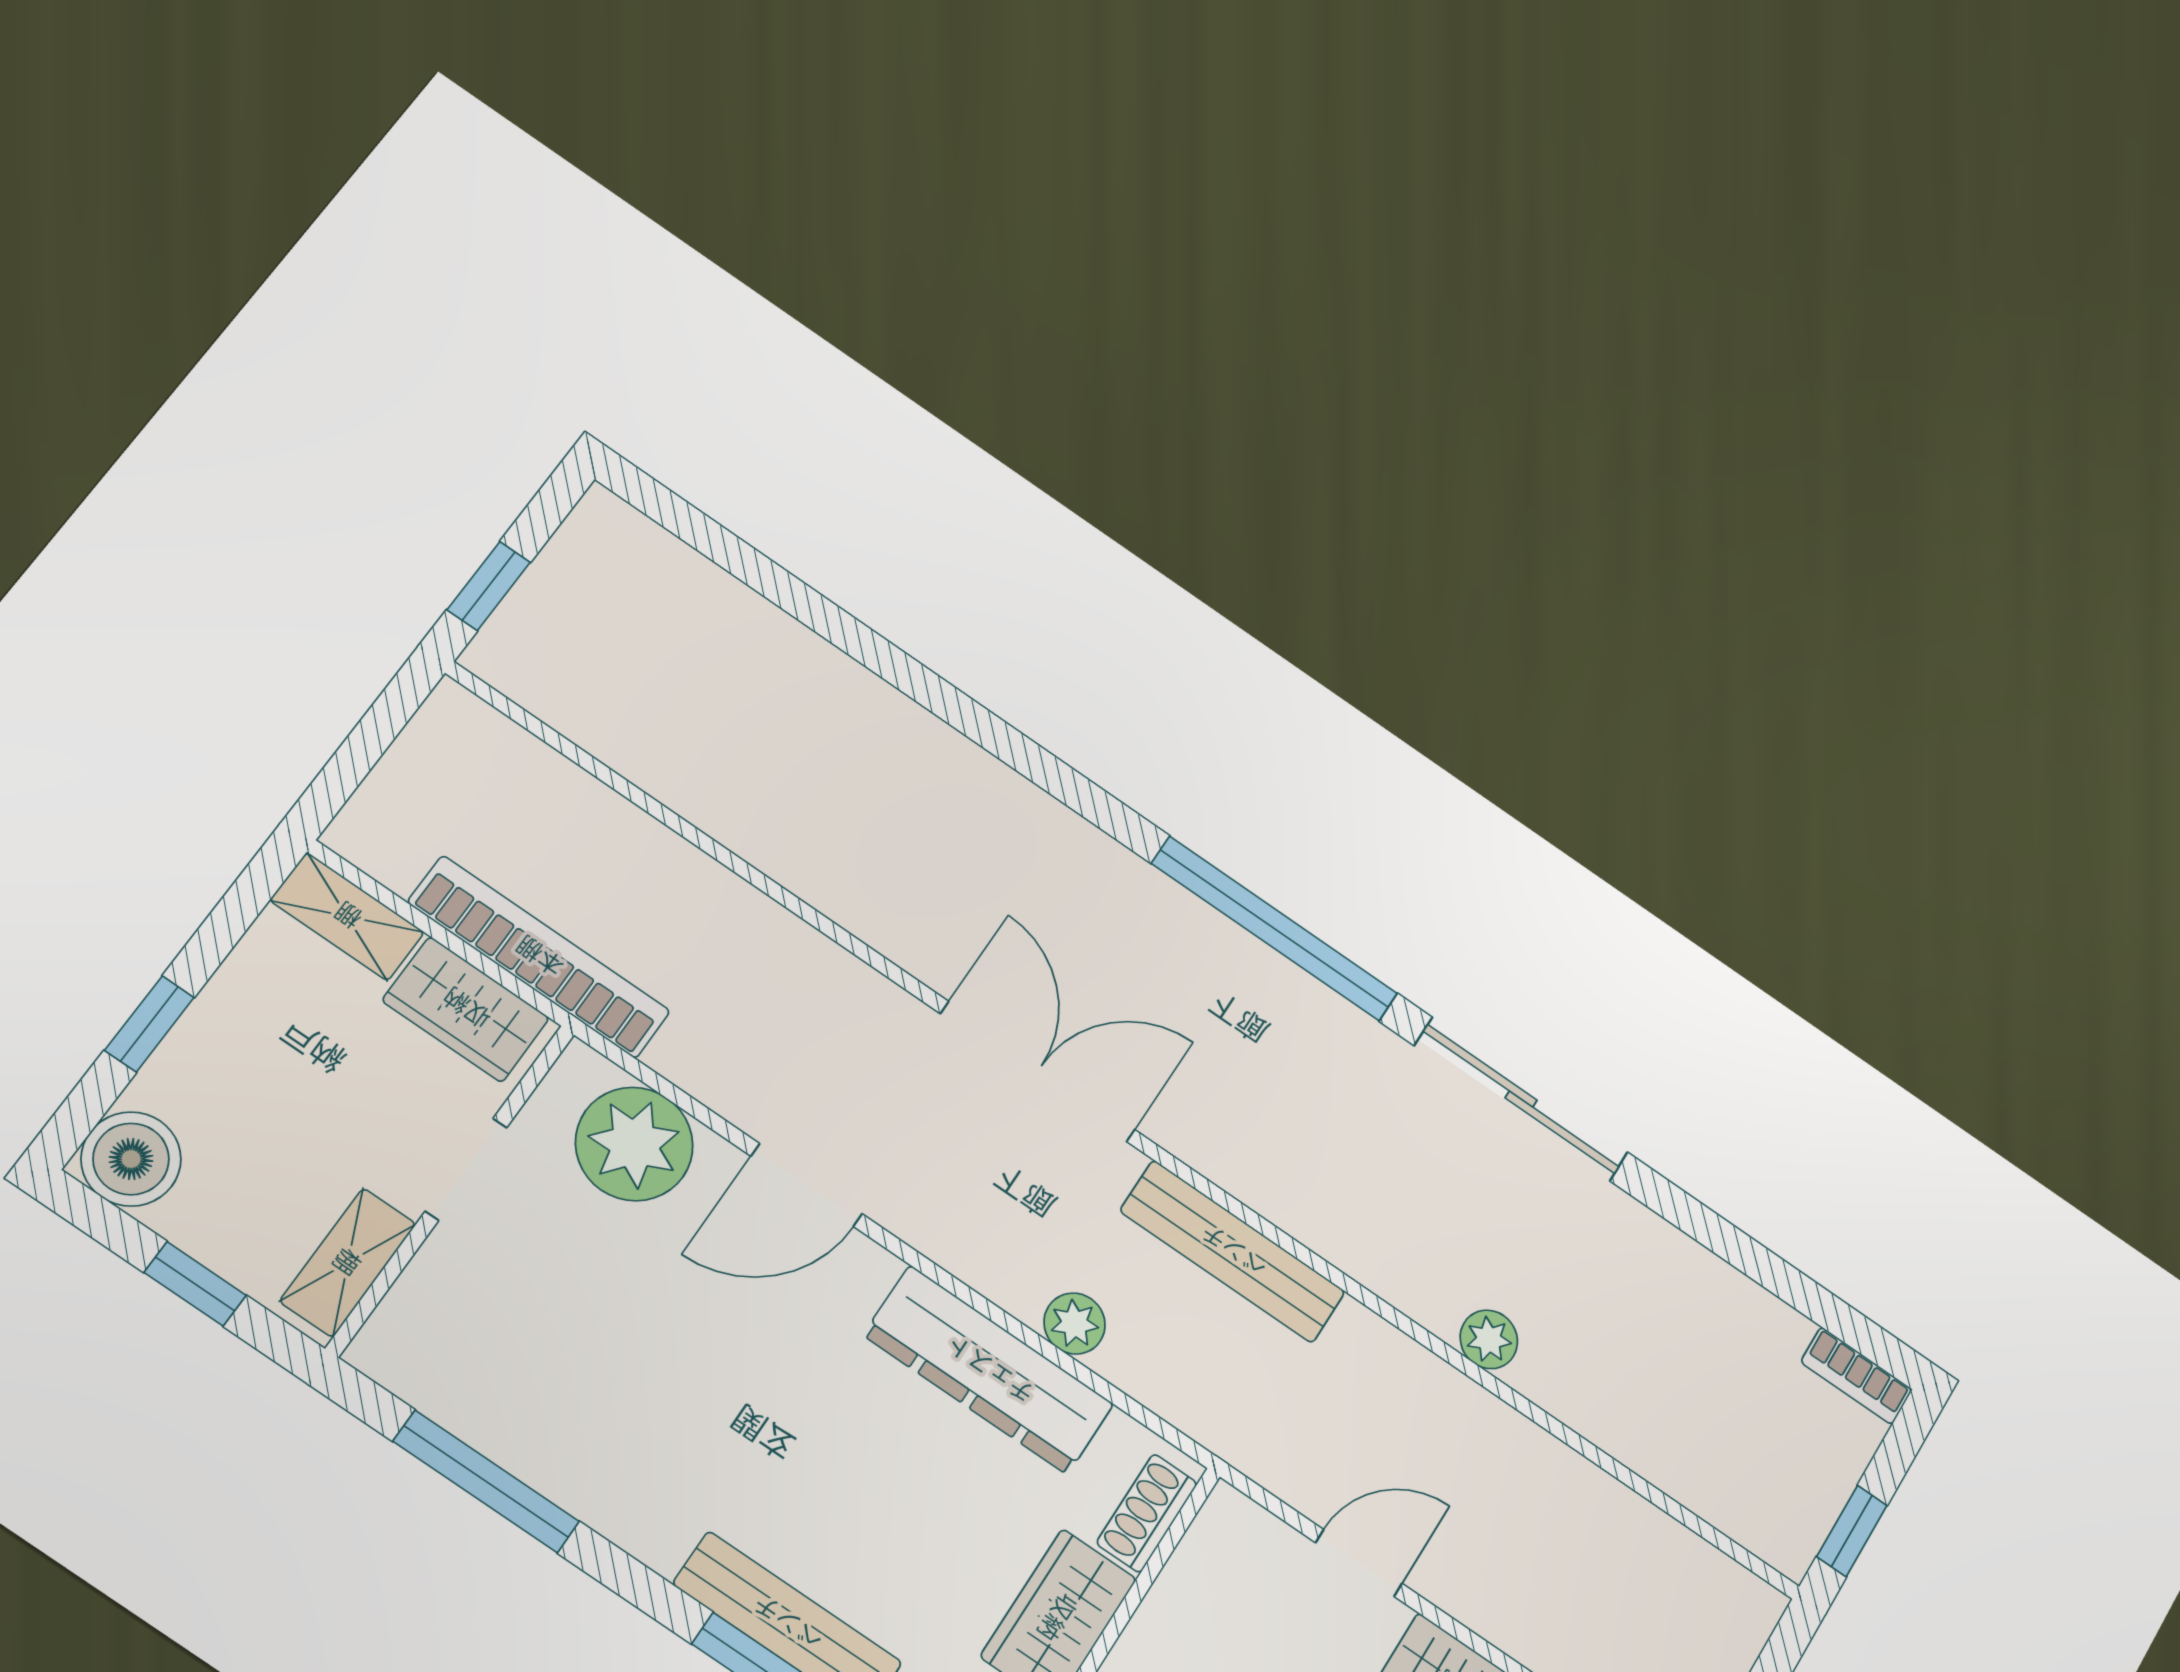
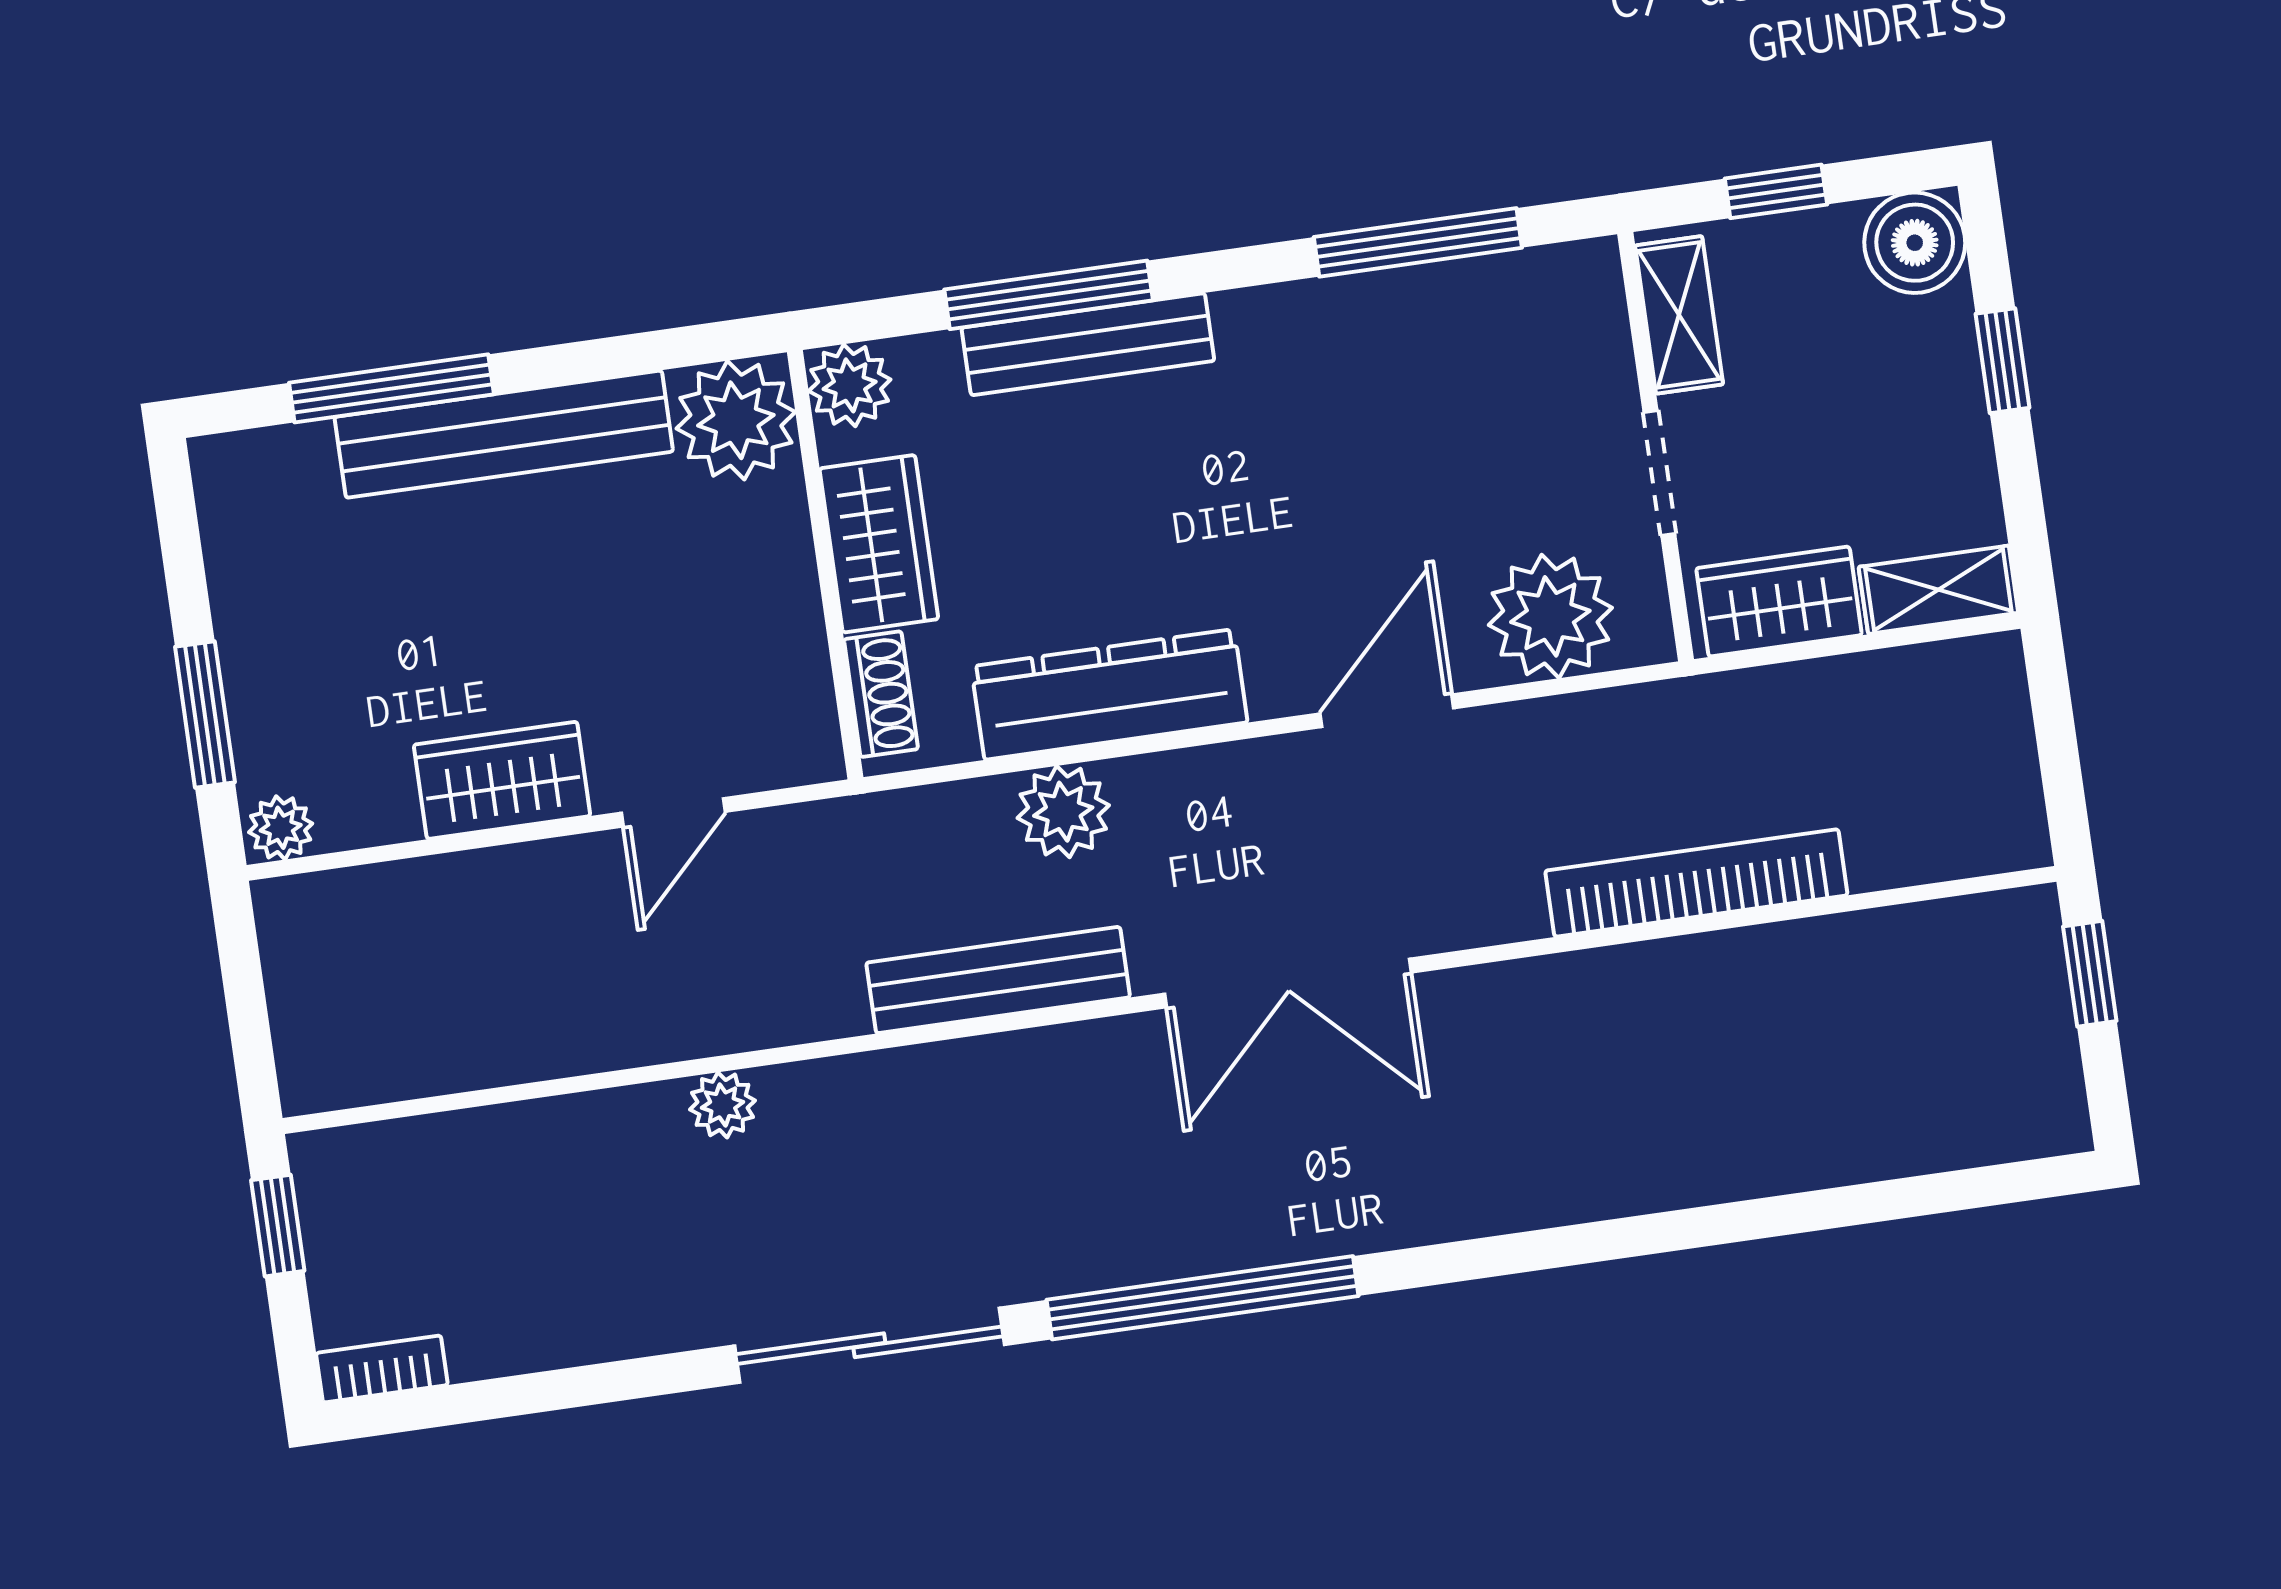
bookcase: (539, 957) -> (1696, 883), moved, turned 180
plant: (1075, 1324) -> (1063, 812), width x1.38, depth x1.38

